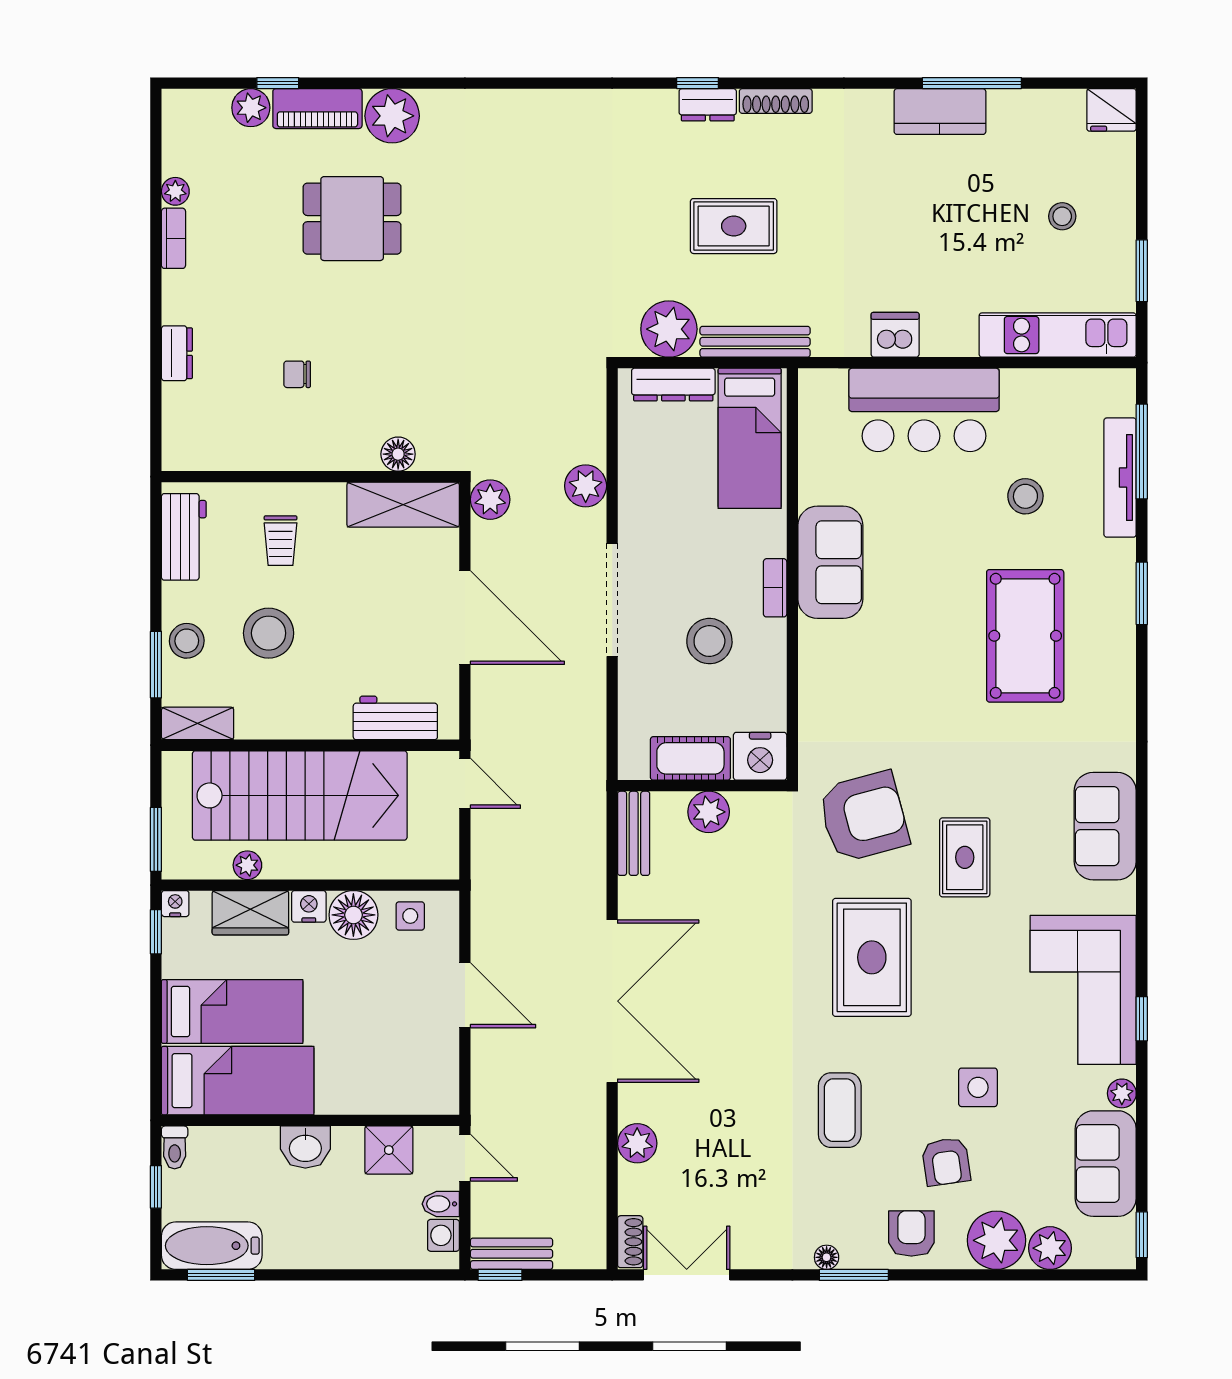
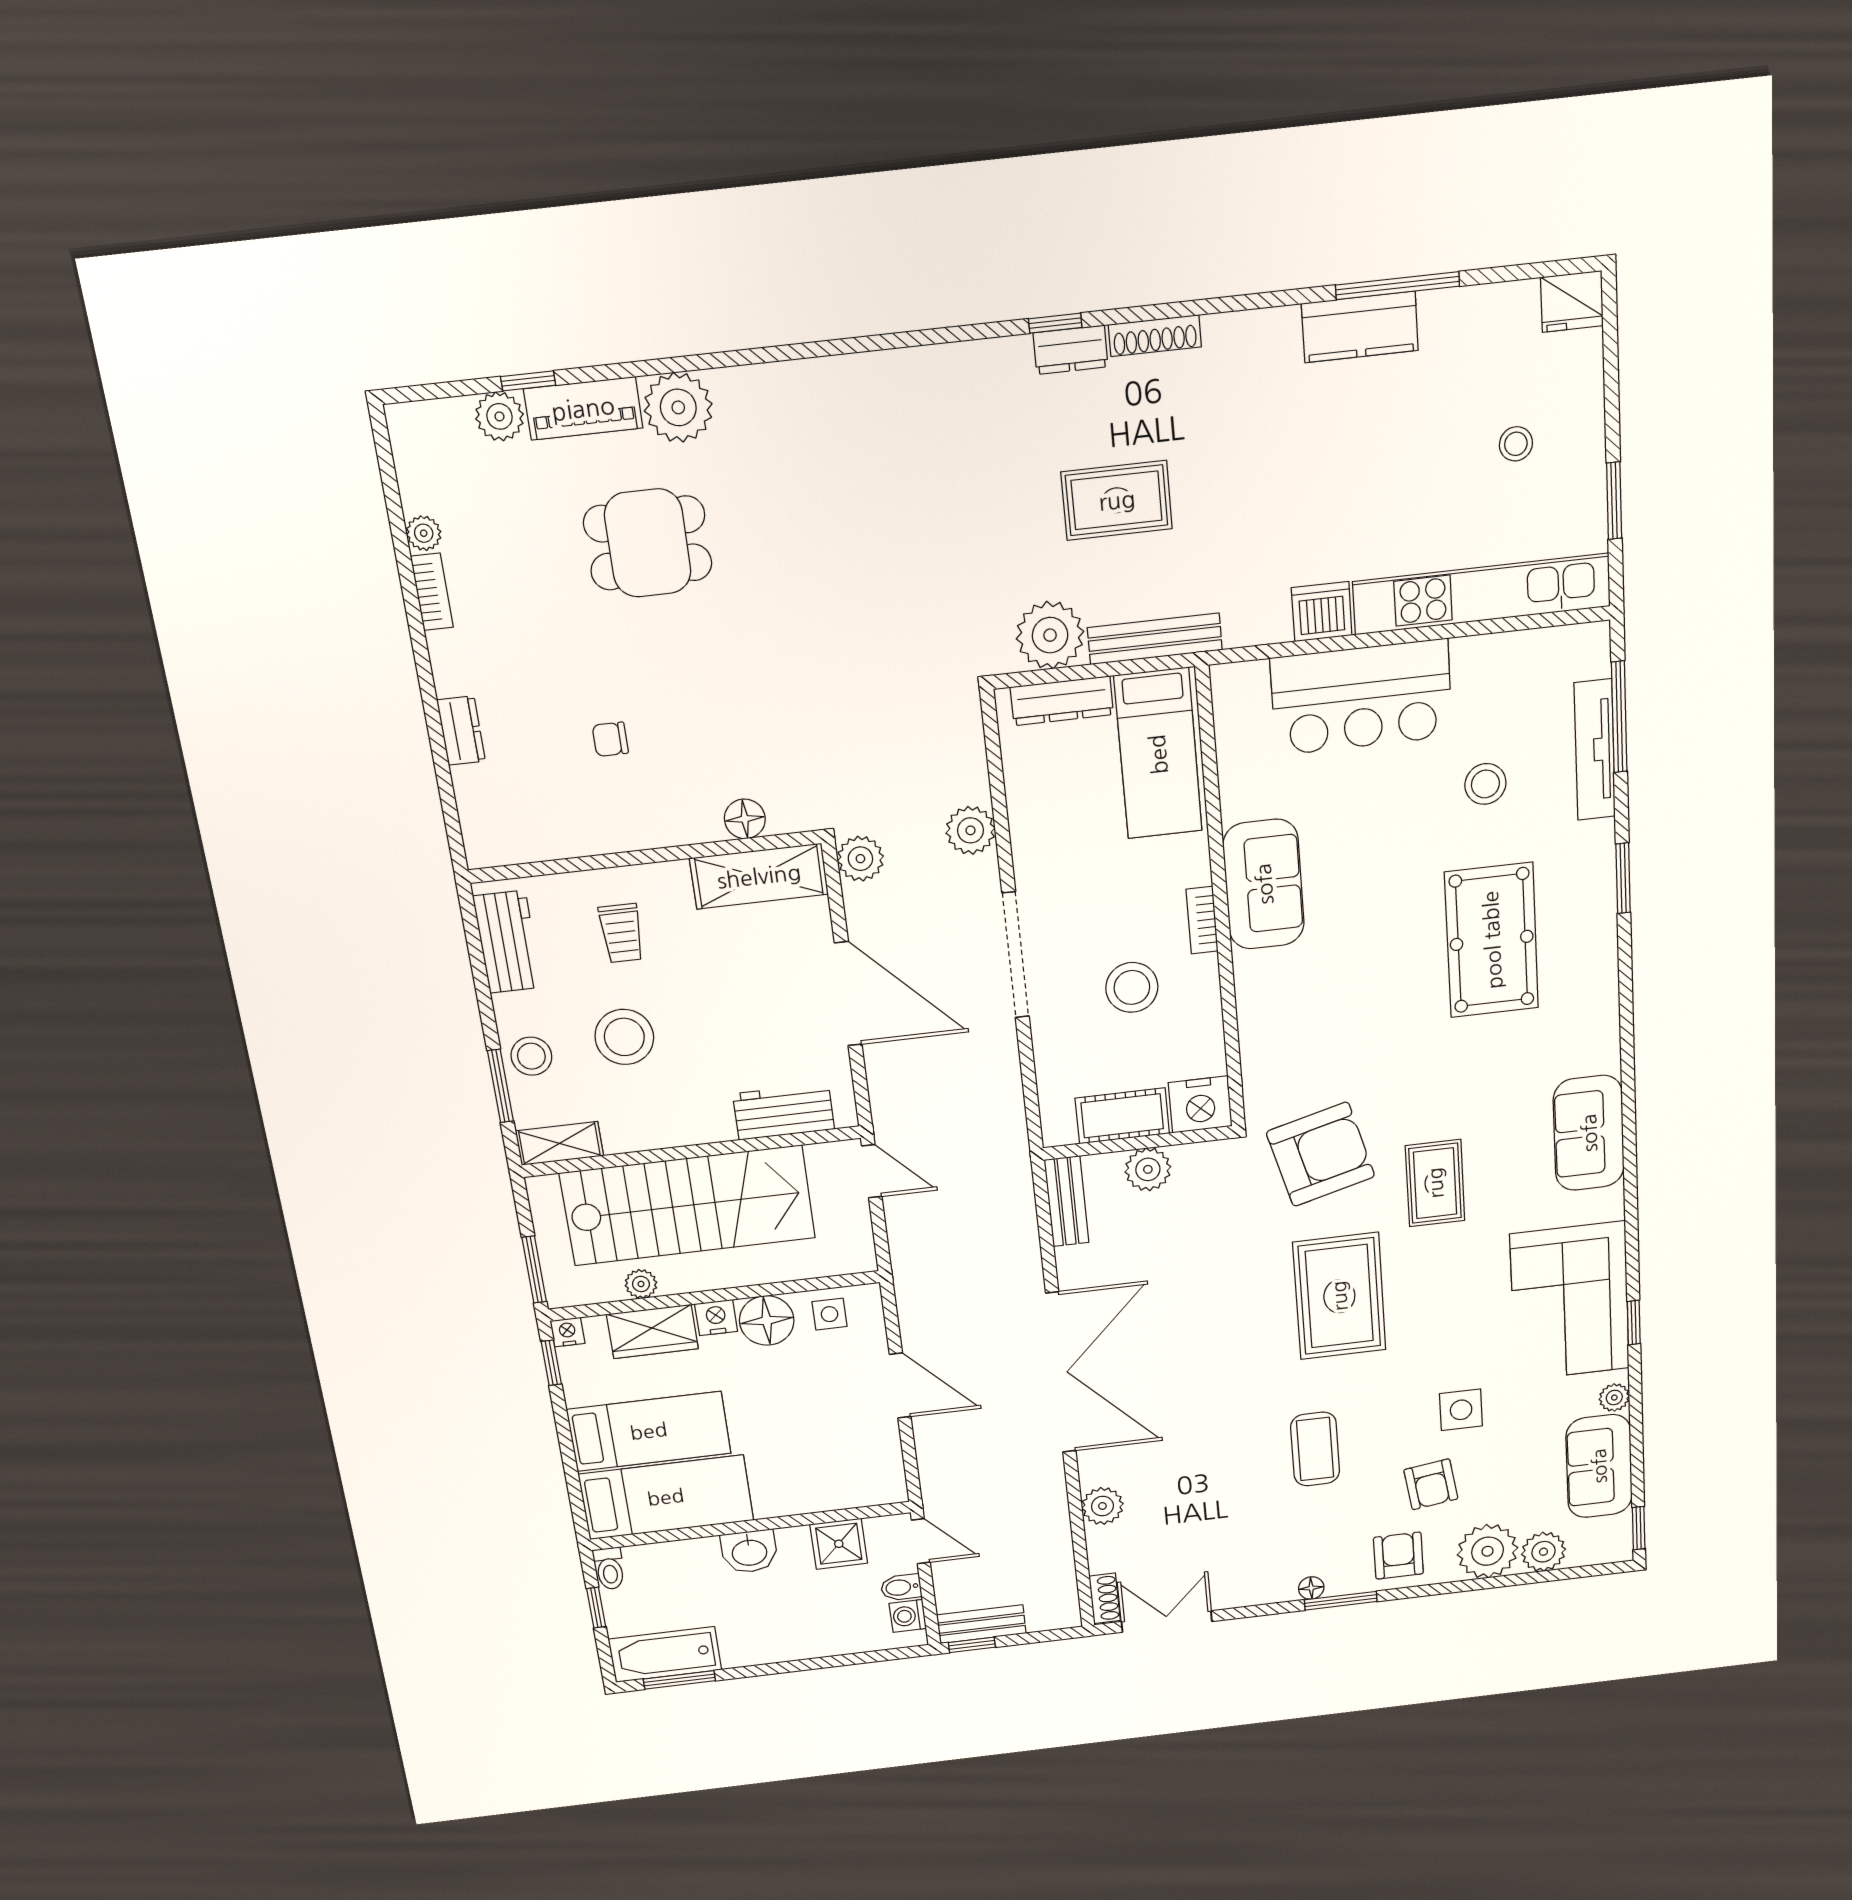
kitchen unit: (1058, 335) -> (1482, 594), width x1.36

